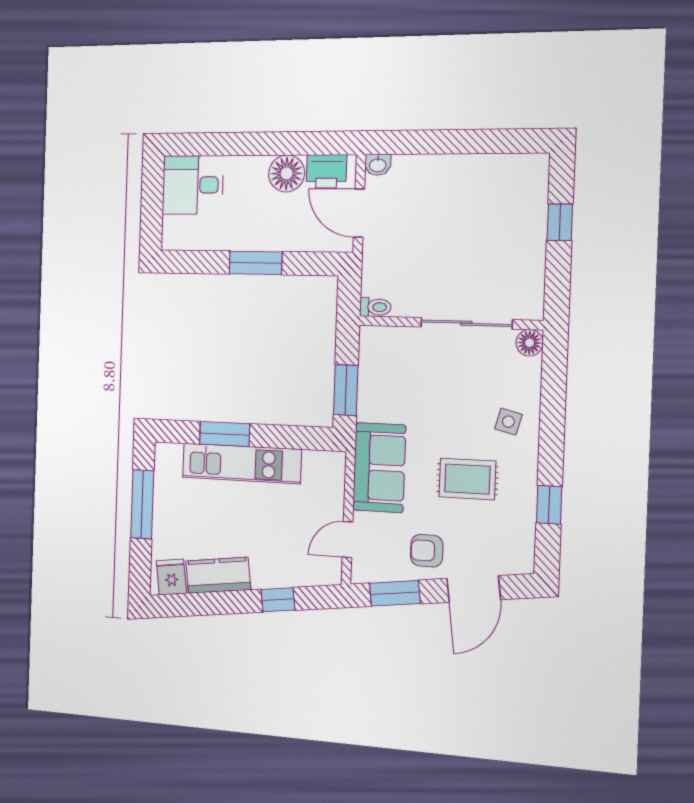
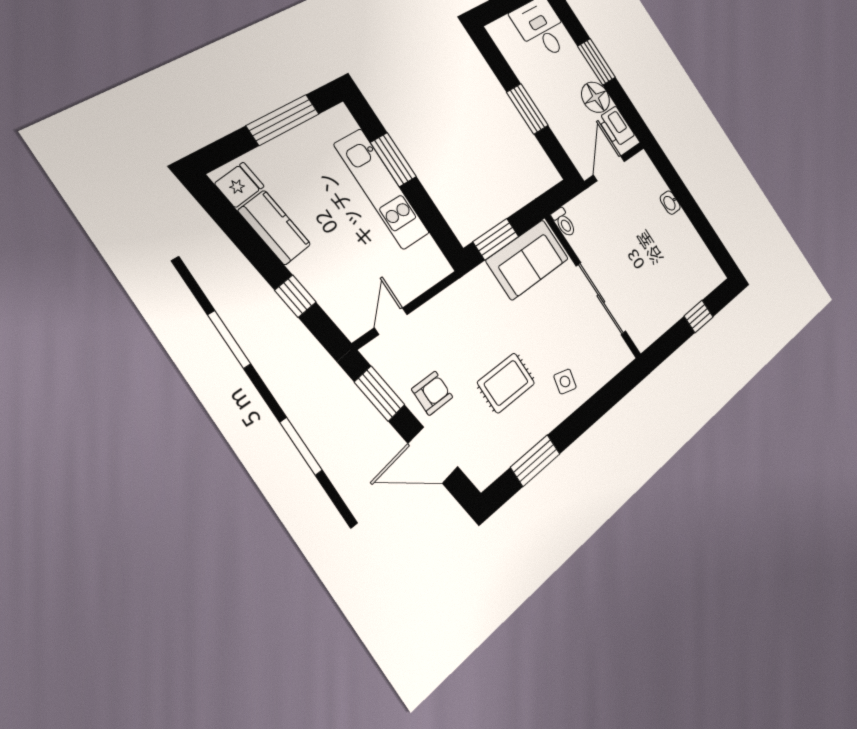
window: (255, 144) -> (596, 62), added
washbasin: (378, 165) -> (670, 203), moved
floor lamp: (530, 343) -> (622, 355), removed
sofa: (379, 468) -> (528, 260), moved
rug: (467, 479) -> (506, 383), turned 90
window: (549, 505) -> (535, 461), width x1.50
door: (348, 540) -> (391, 321), hinge flipped
armchair: (427, 551) -> (432, 393), turned 90

